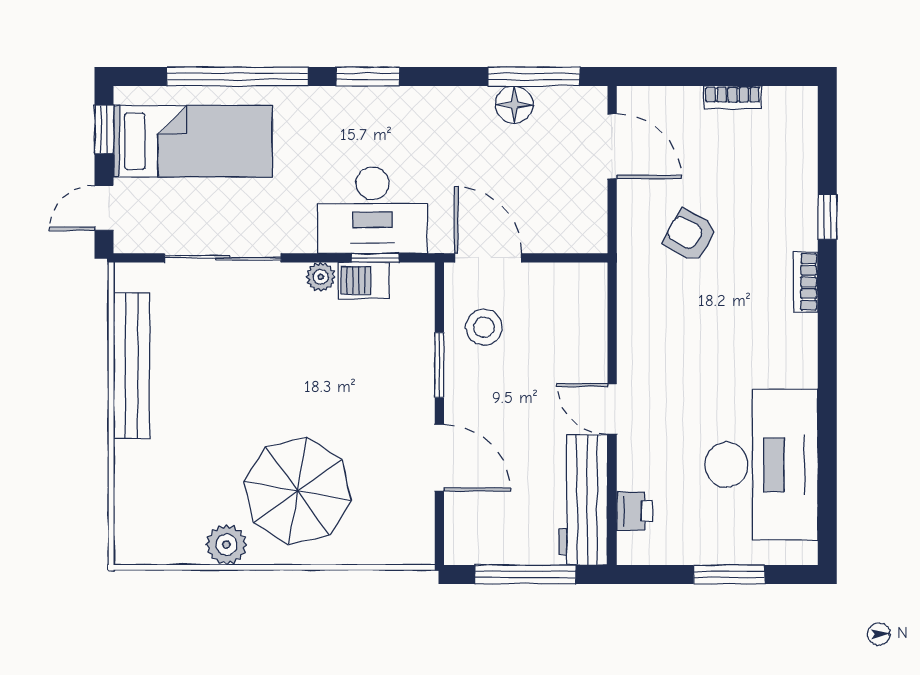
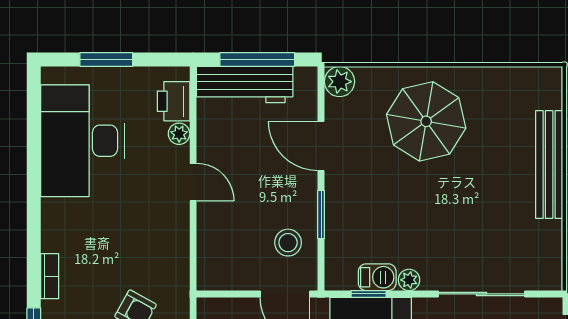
bench: (132, 366) -> (549, 165), moved
plant: (631, 474) -> (179, 134), added
workbench: (583, 500) -> (245, 85), moved, turned 90
printer: (634, 511) -> (174, 101), width x1.36, depth x1.24
plant: (227, 545) -> (340, 82), moved

